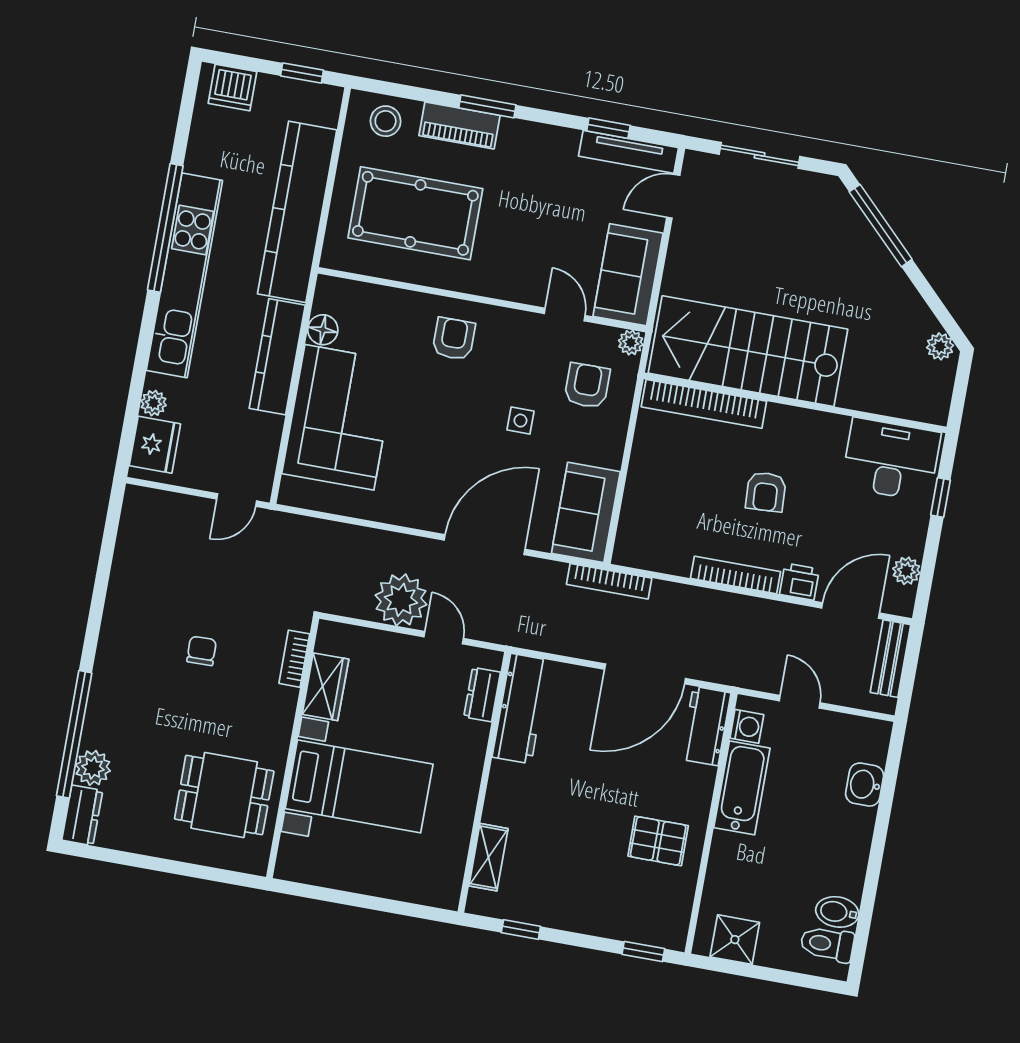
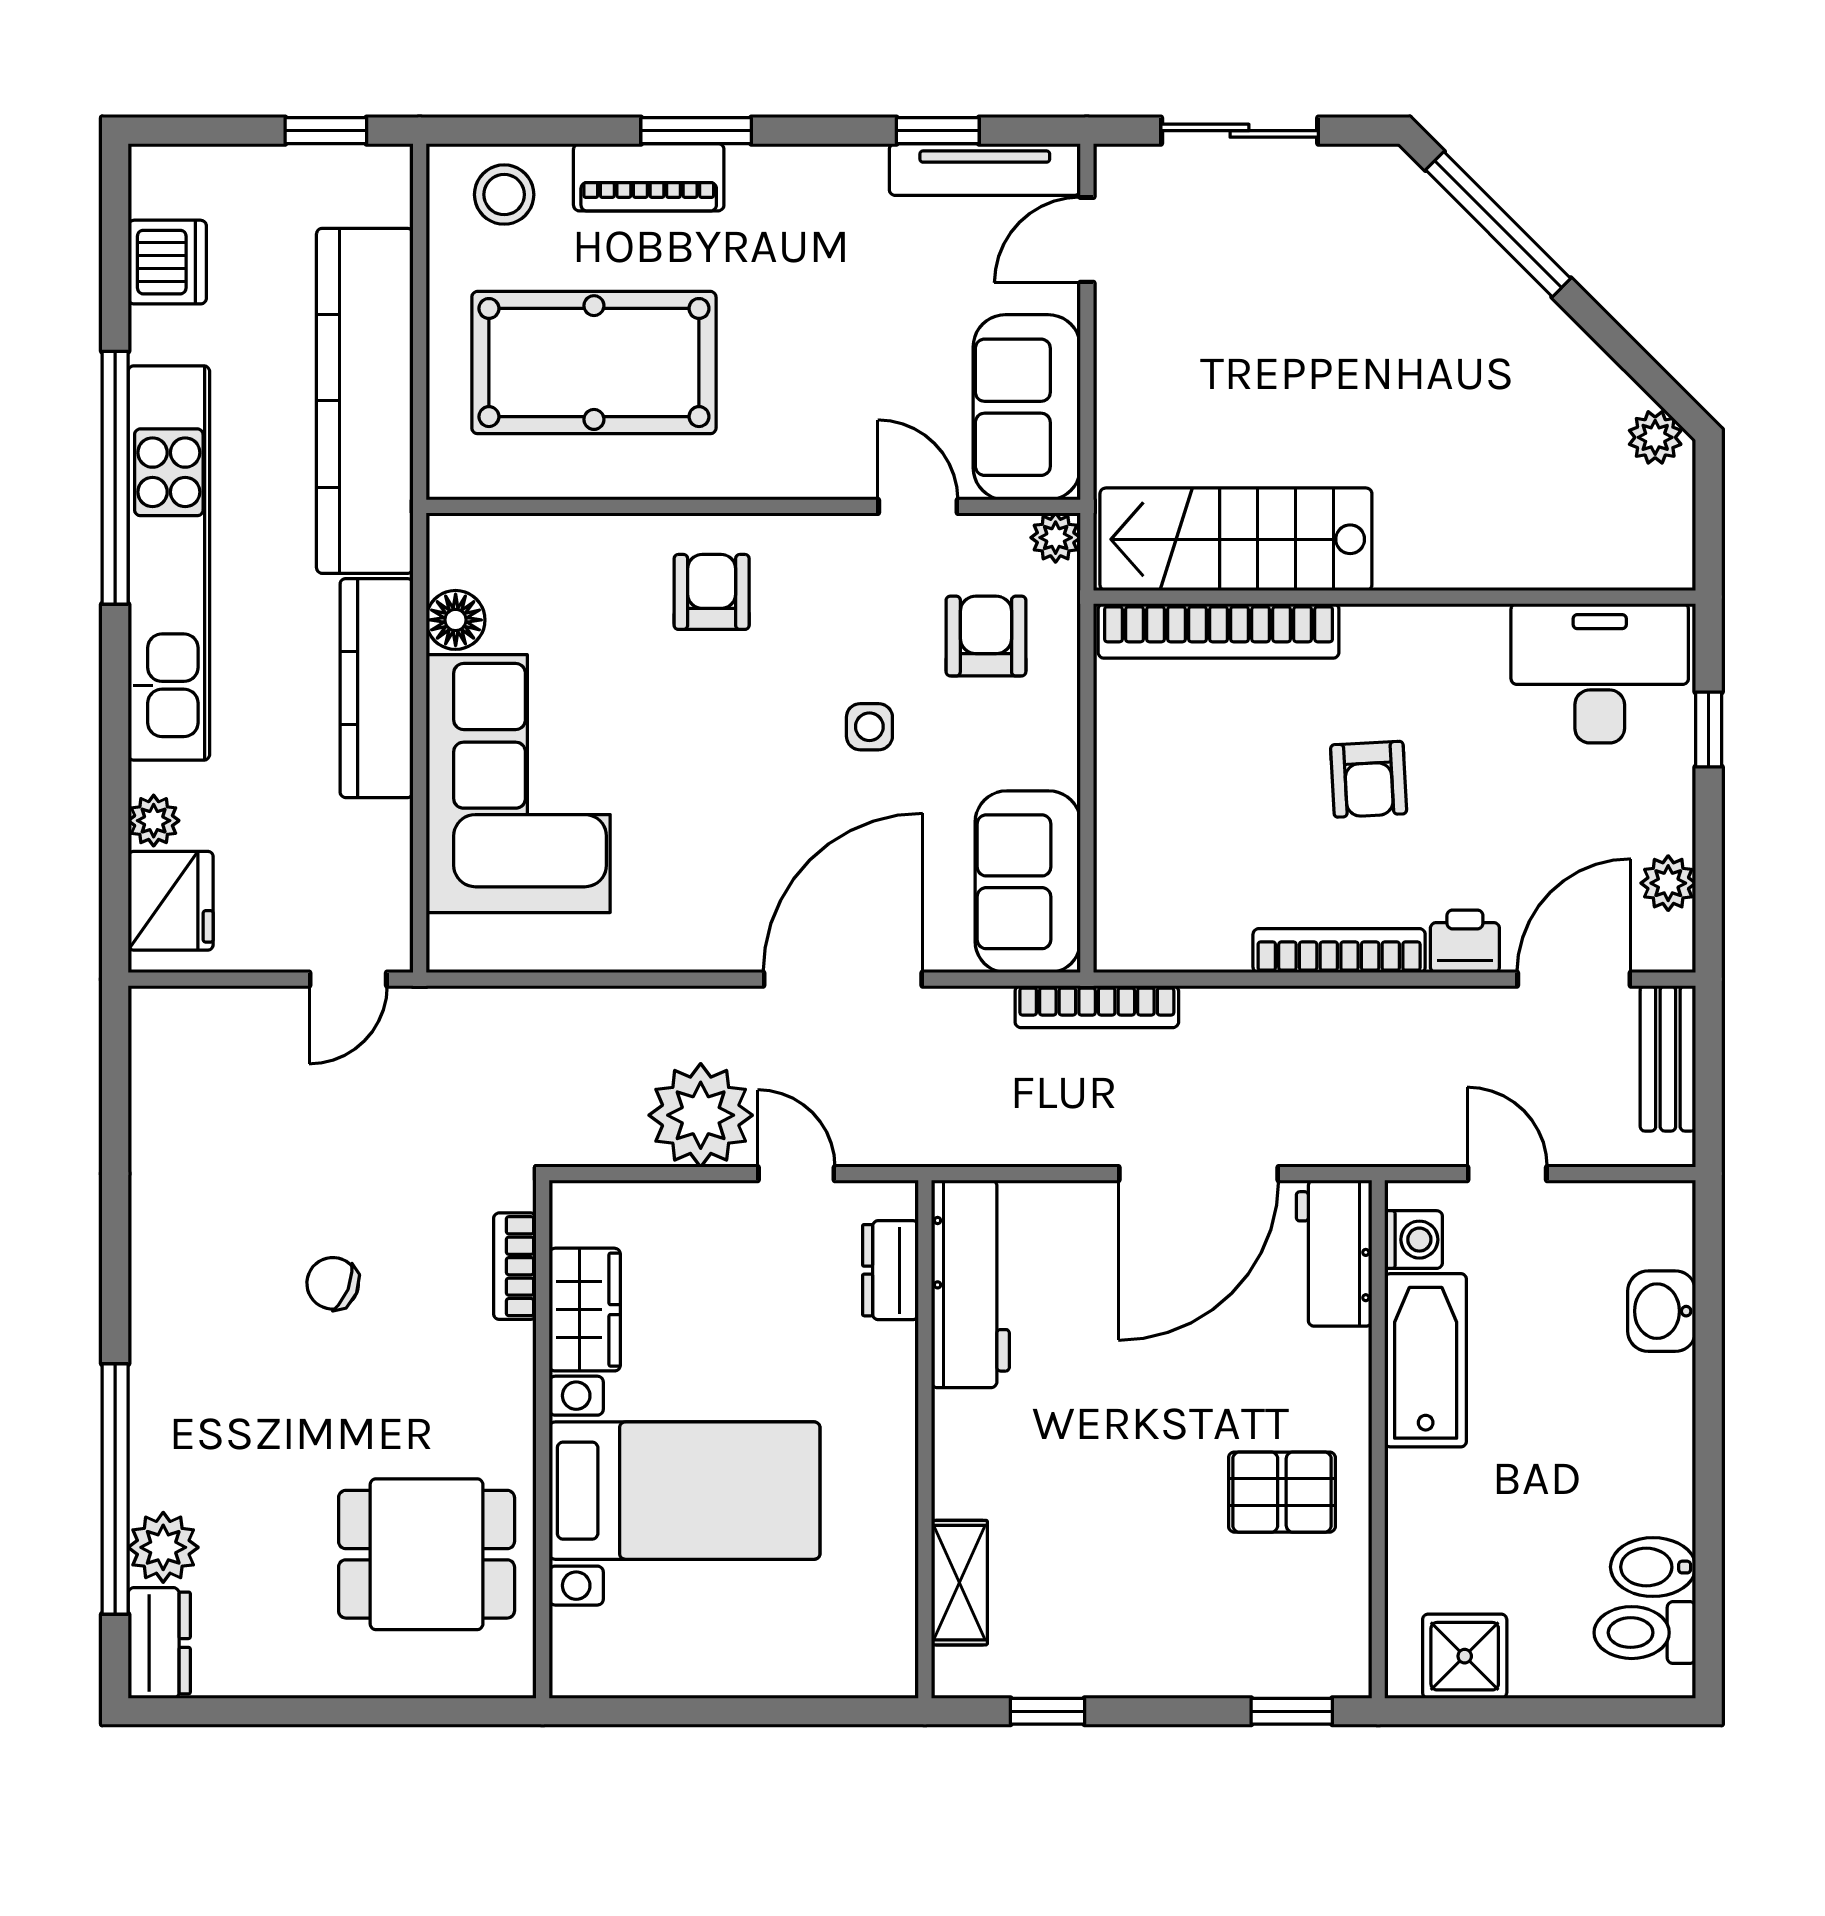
dishwasher: (233, 87) -> (167, 262), moved, turned -90
stairs: (748, 351) -> (1236, 539), width x0.73, depth x0.66
chair: (202, 651) -> (333, 1283), turned -67

